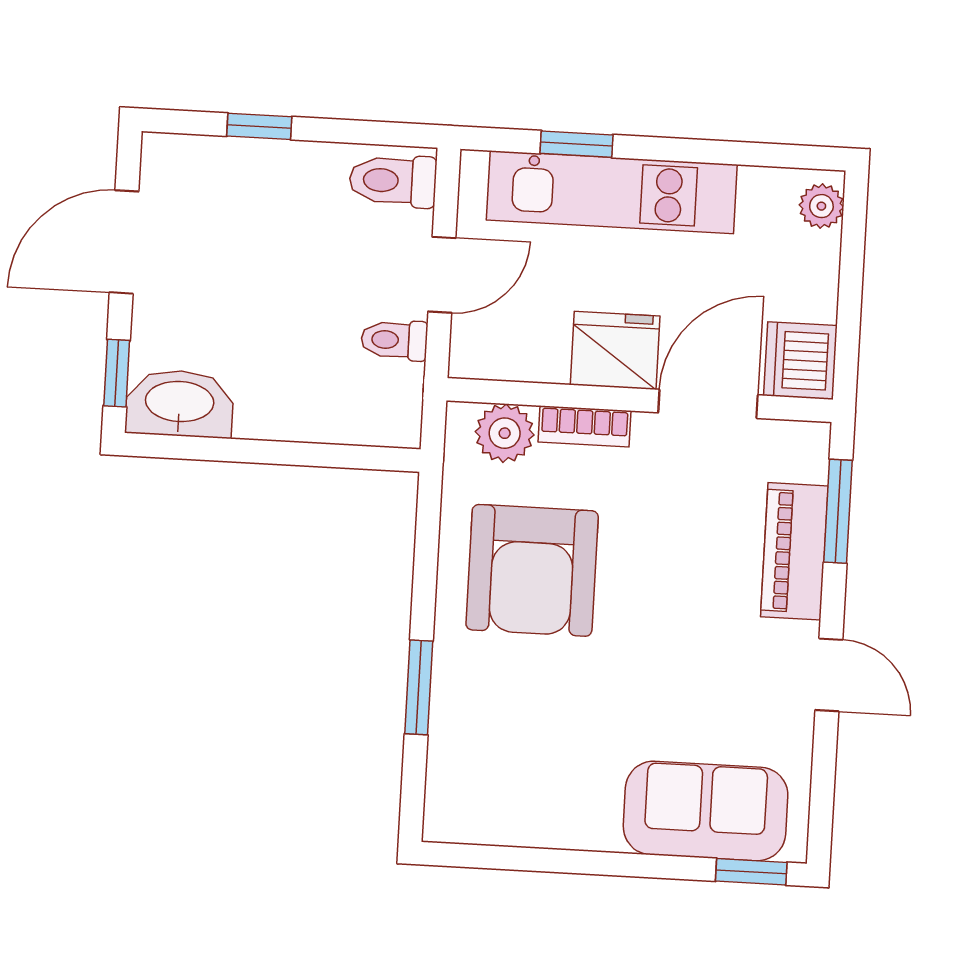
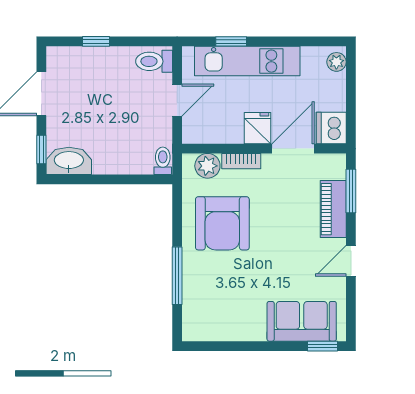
toilet: (394, 340) -> (163, 161), moved, turned 90
fridge: (615, 350) -> (257, 128), width x0.72
door: (829, 675) -> (351, 261), swing flipped
window: (419, 687) -> (177, 276), width x1.44

